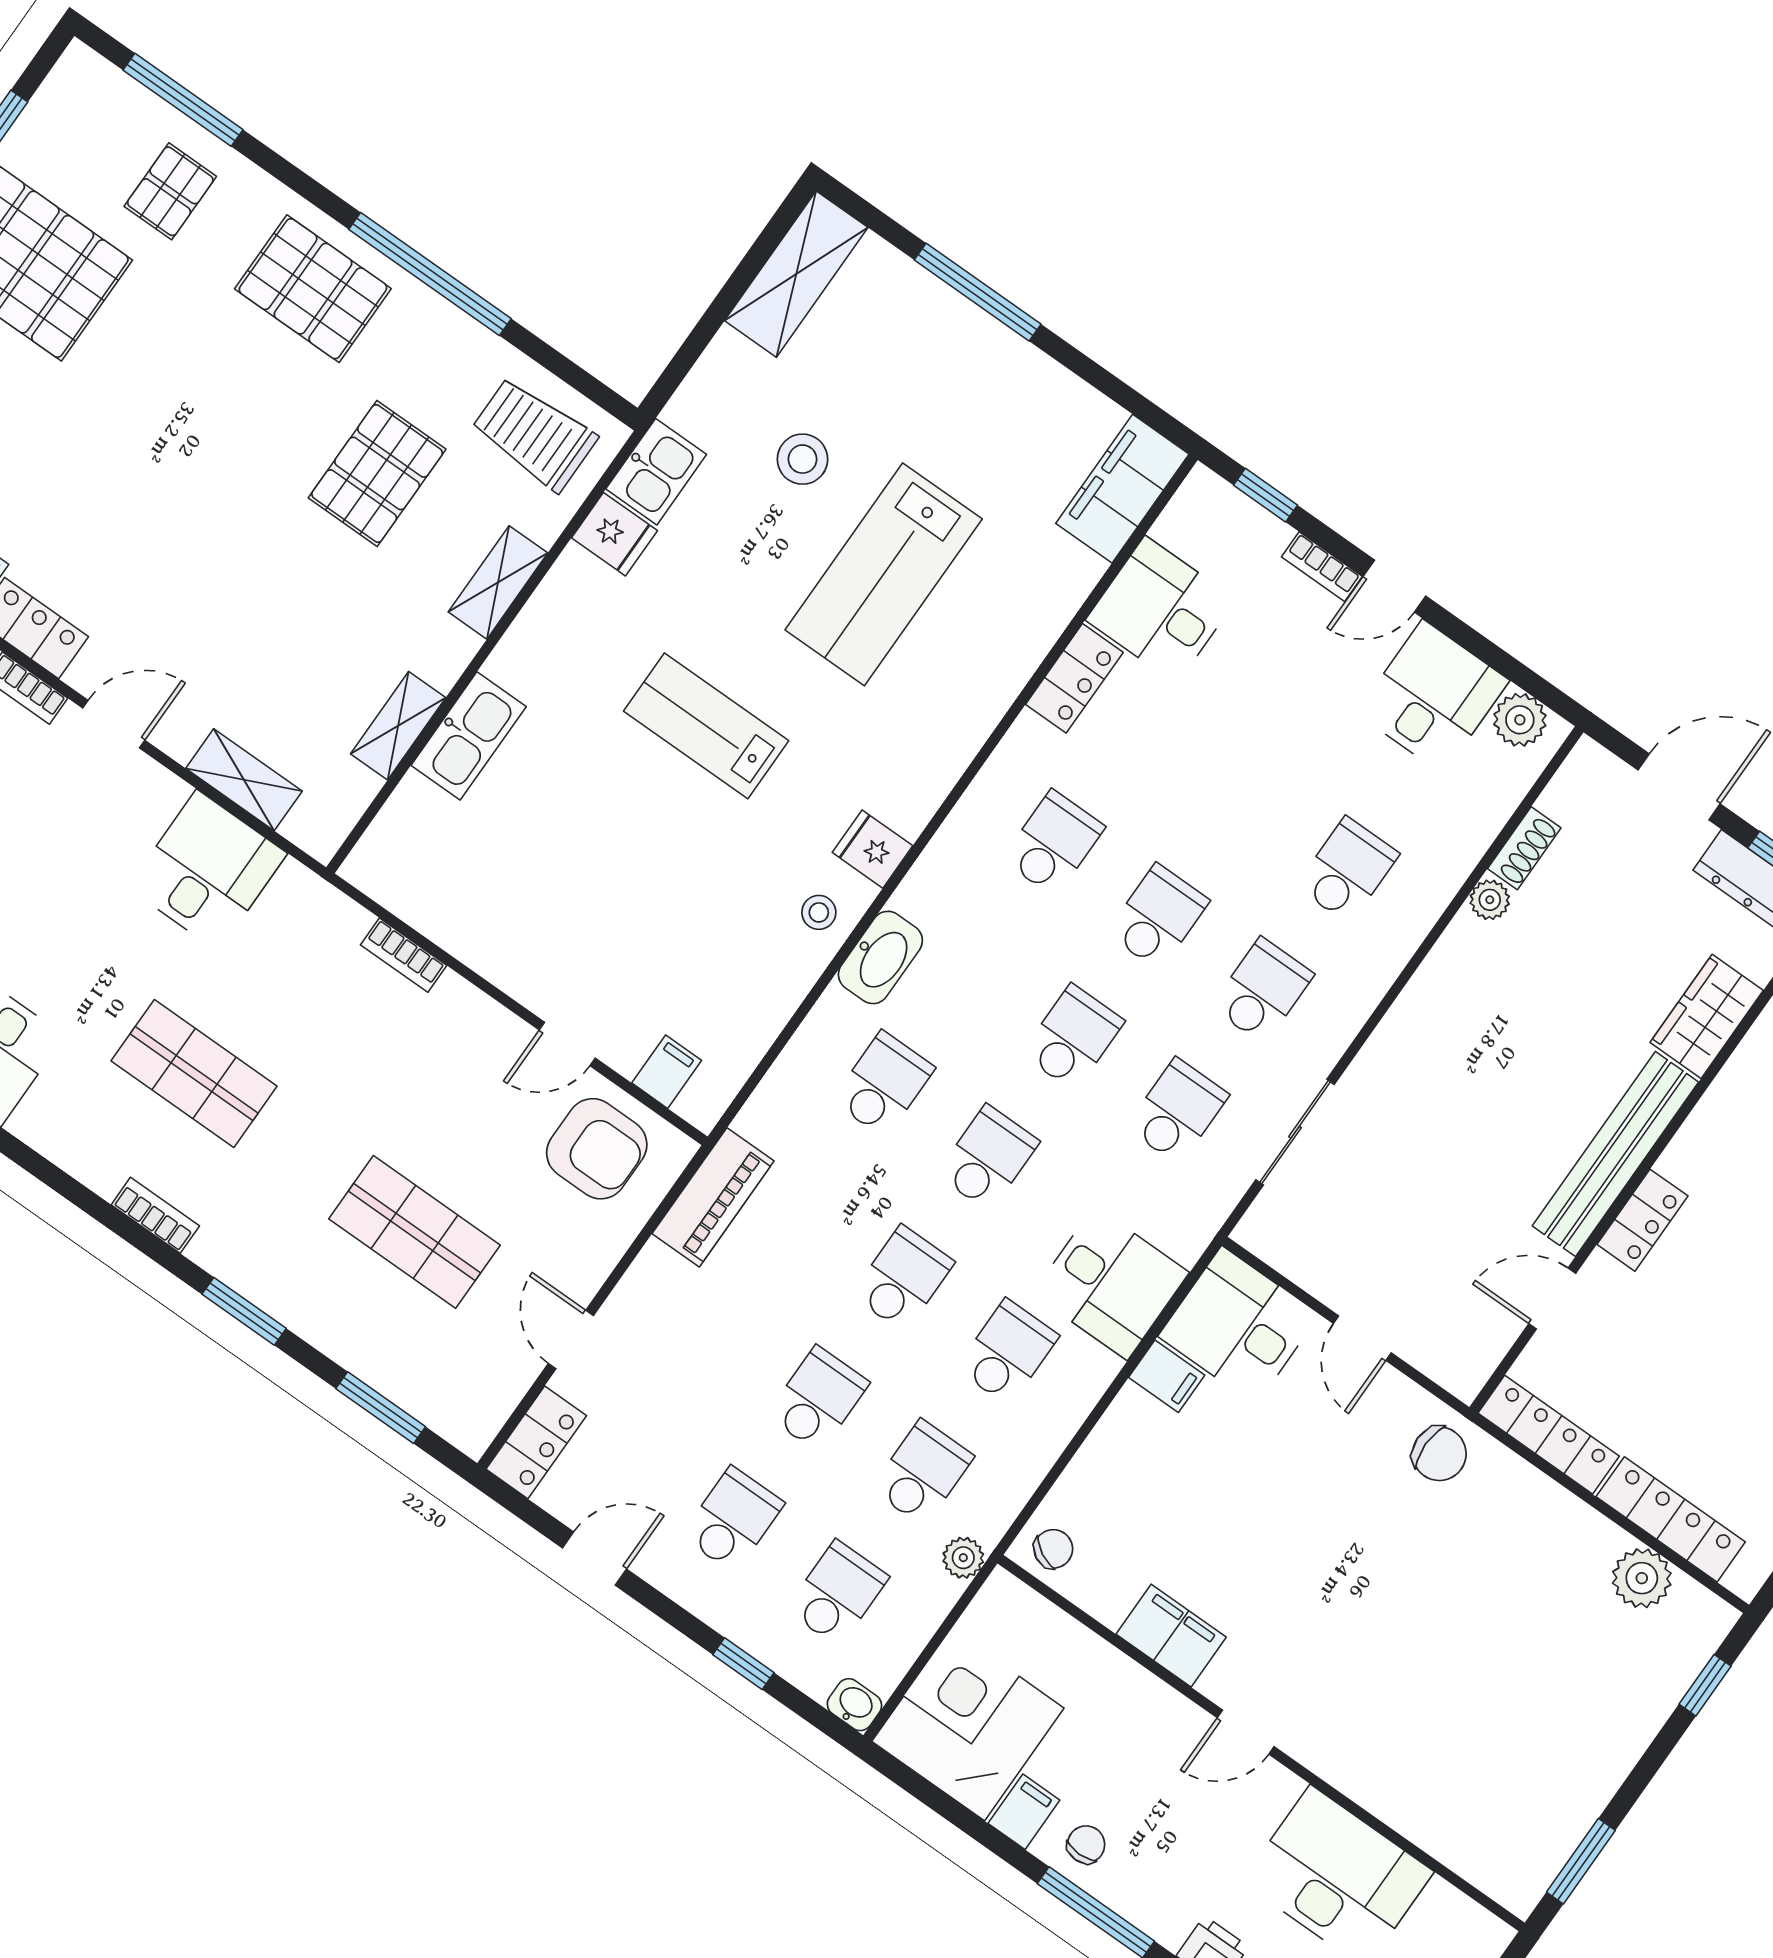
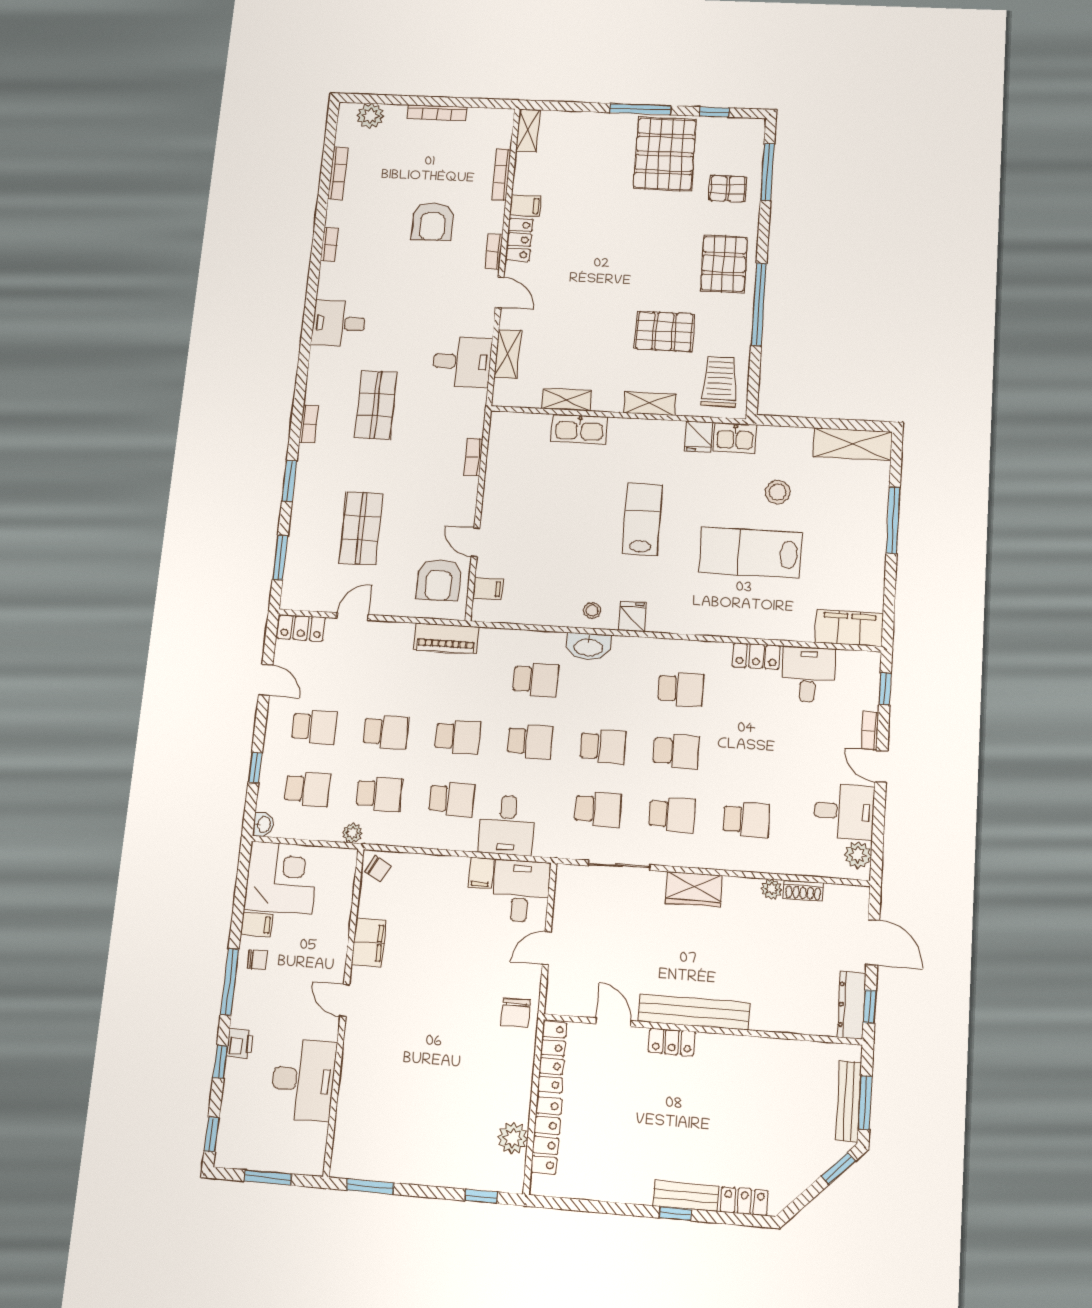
wardrobe: (1707, 1016) -> (694, 889), moved, turned 180

